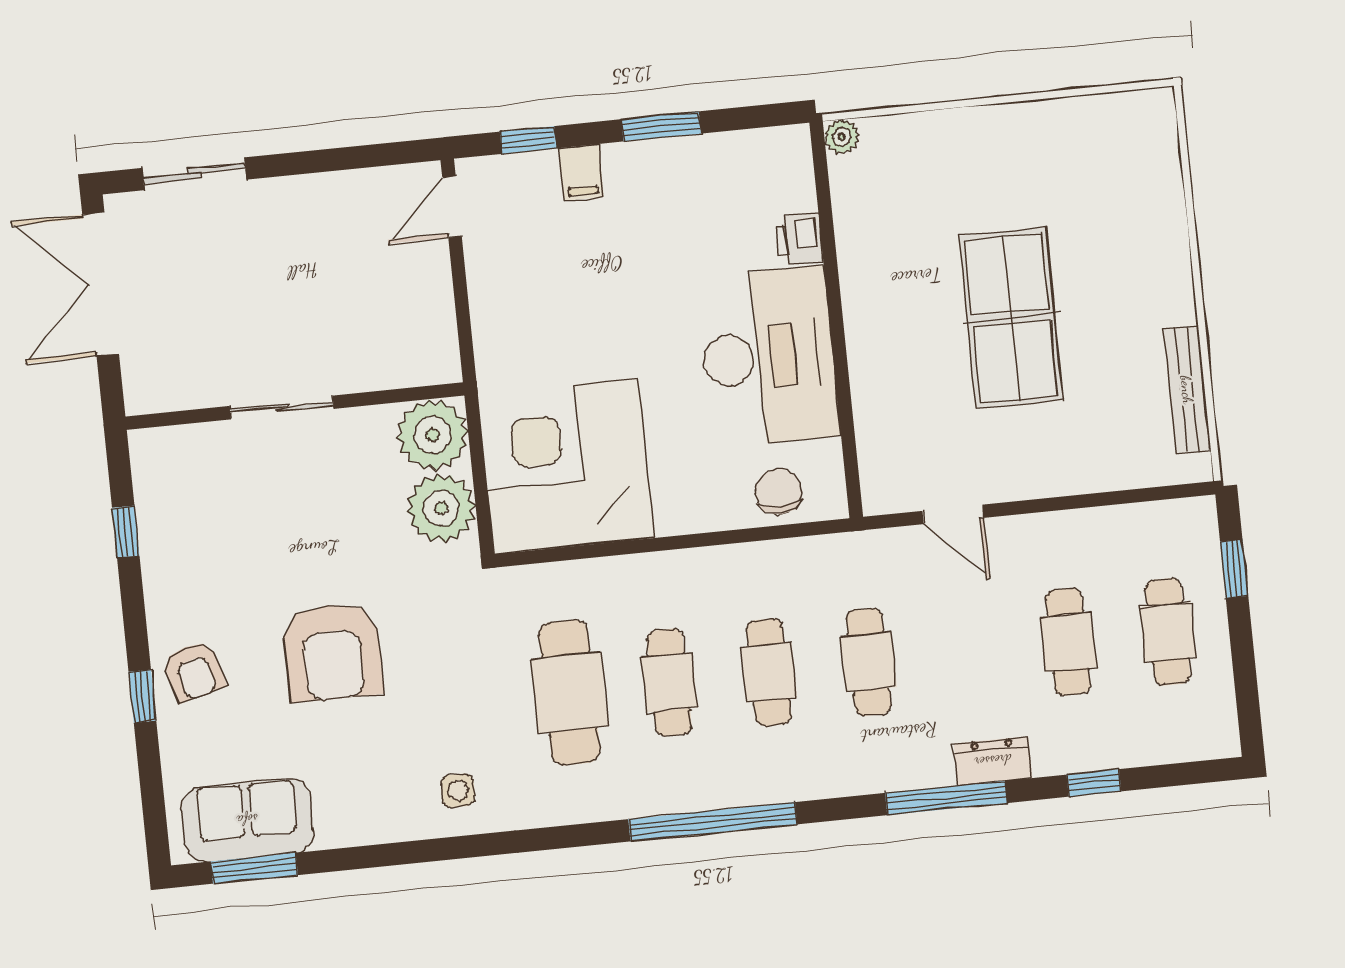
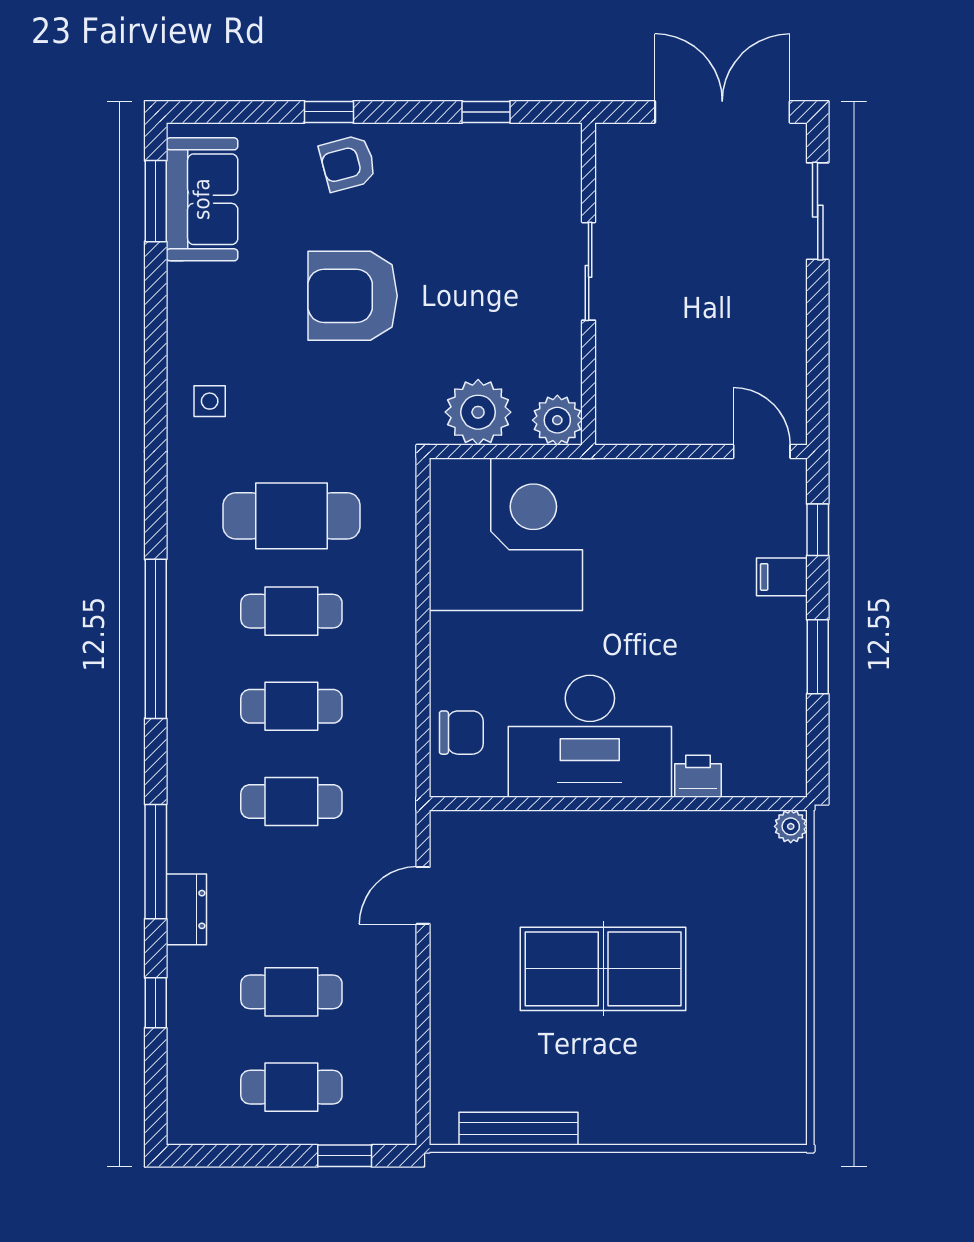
plant: (432, 435) -> (557, 420), width x0.73, depth x0.73

